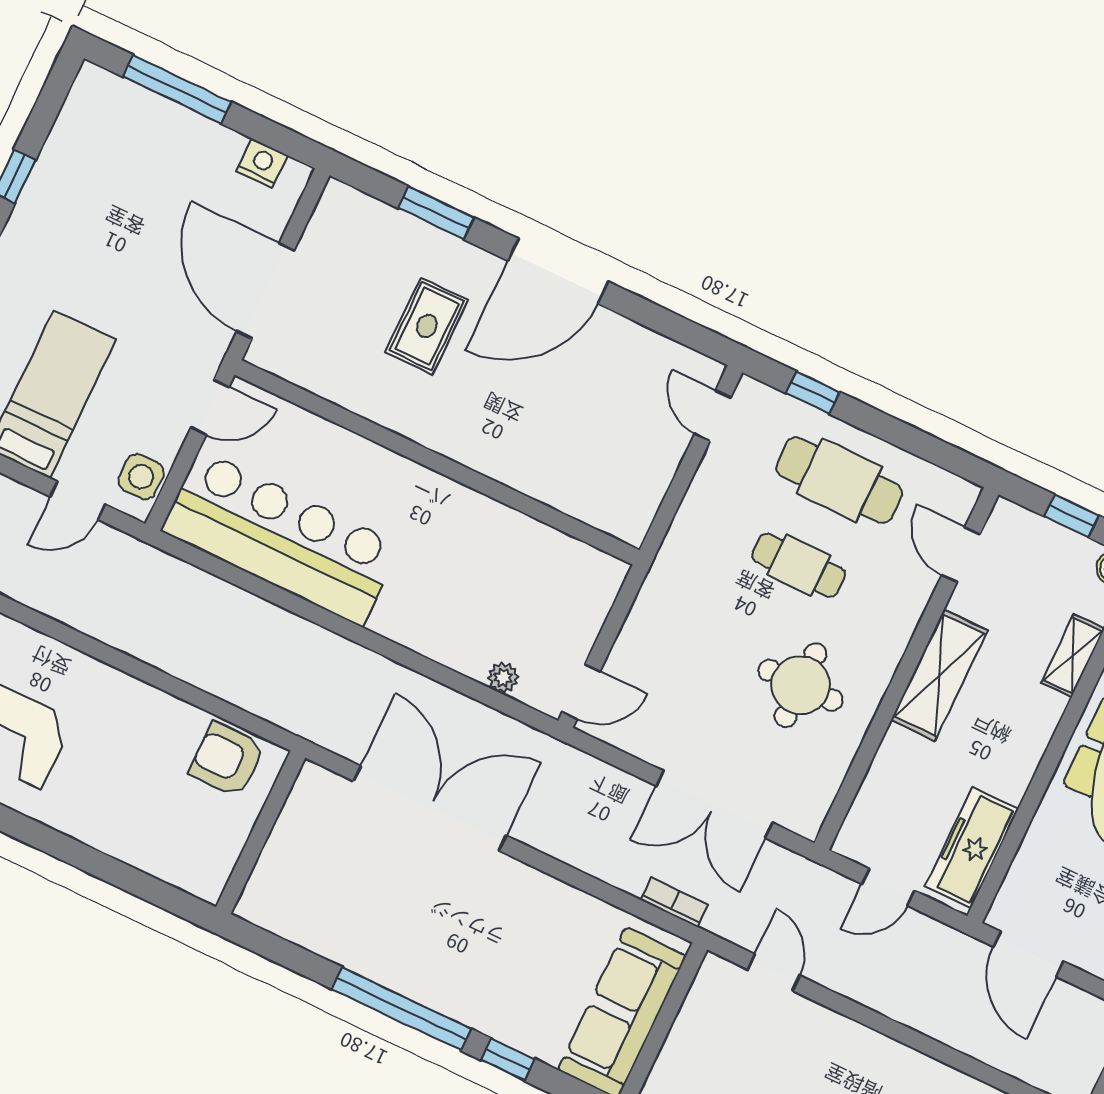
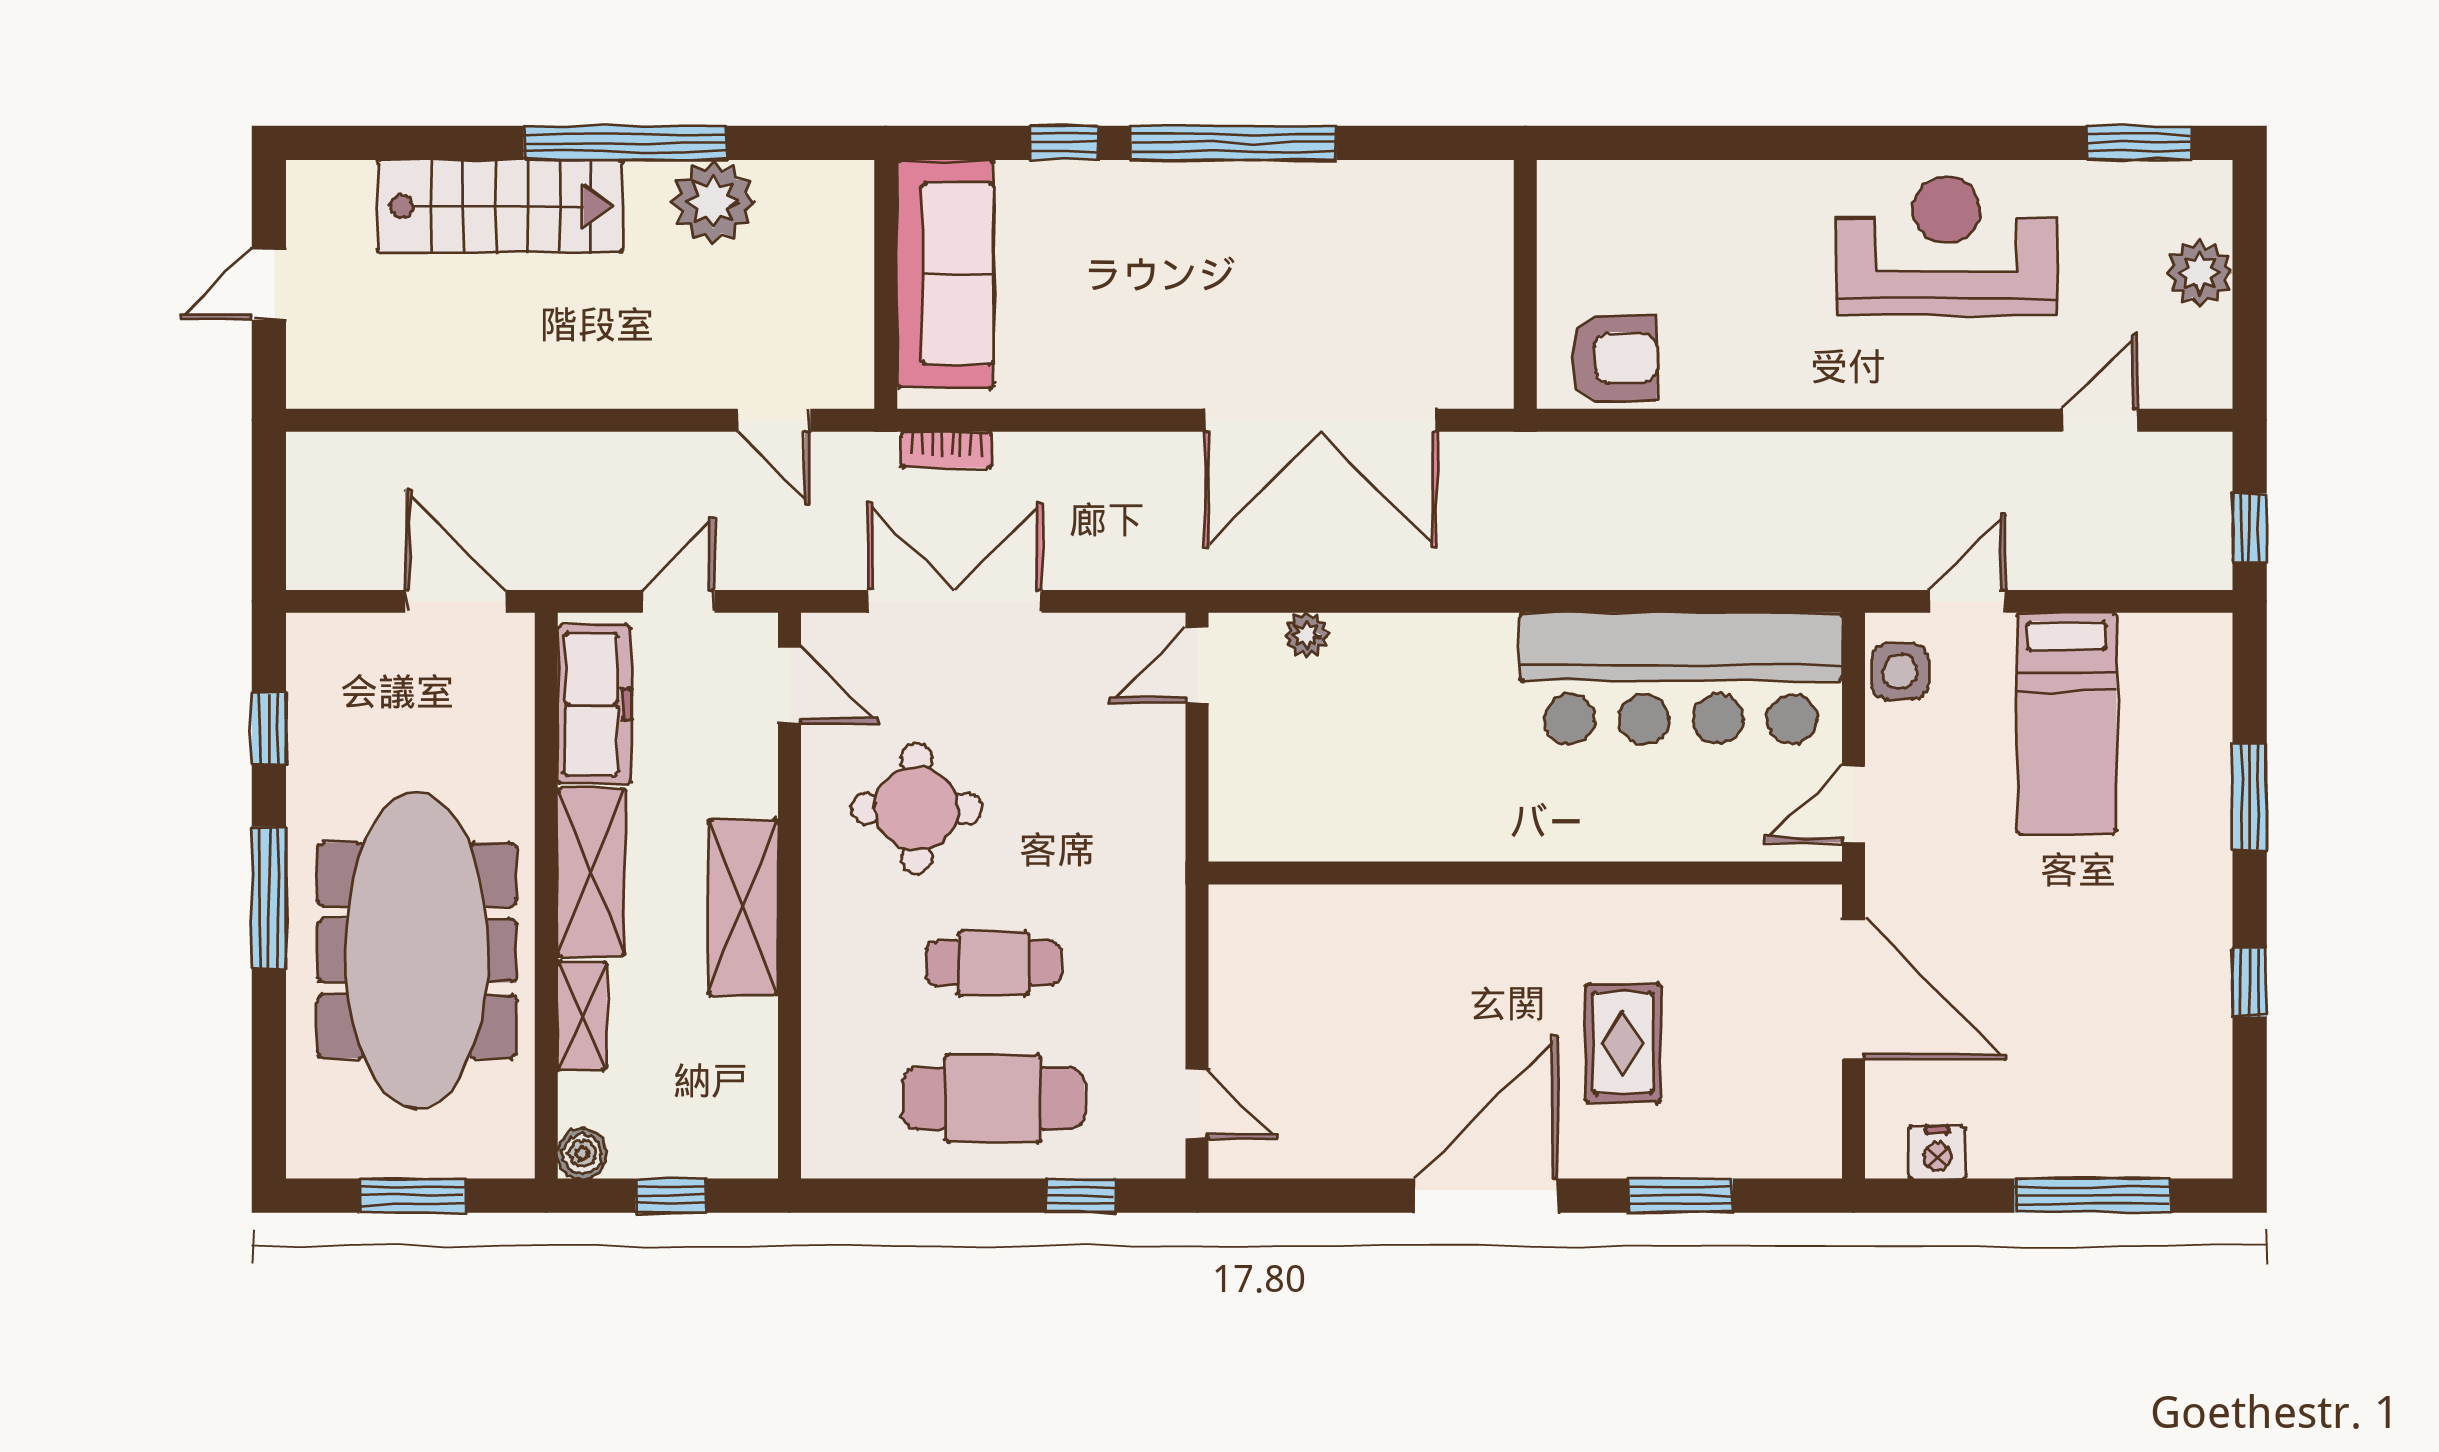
door: (961, 555) -> (790, 685), moved
shelving: (1024, 743) -> (591, 872), added

